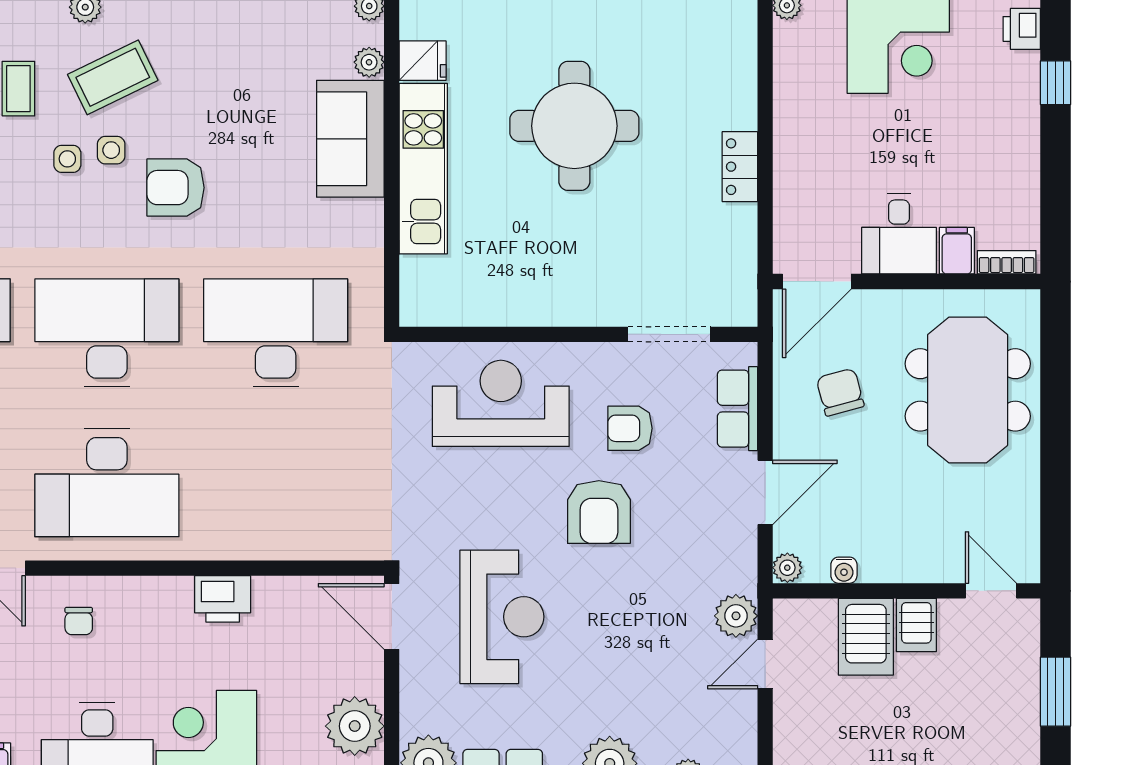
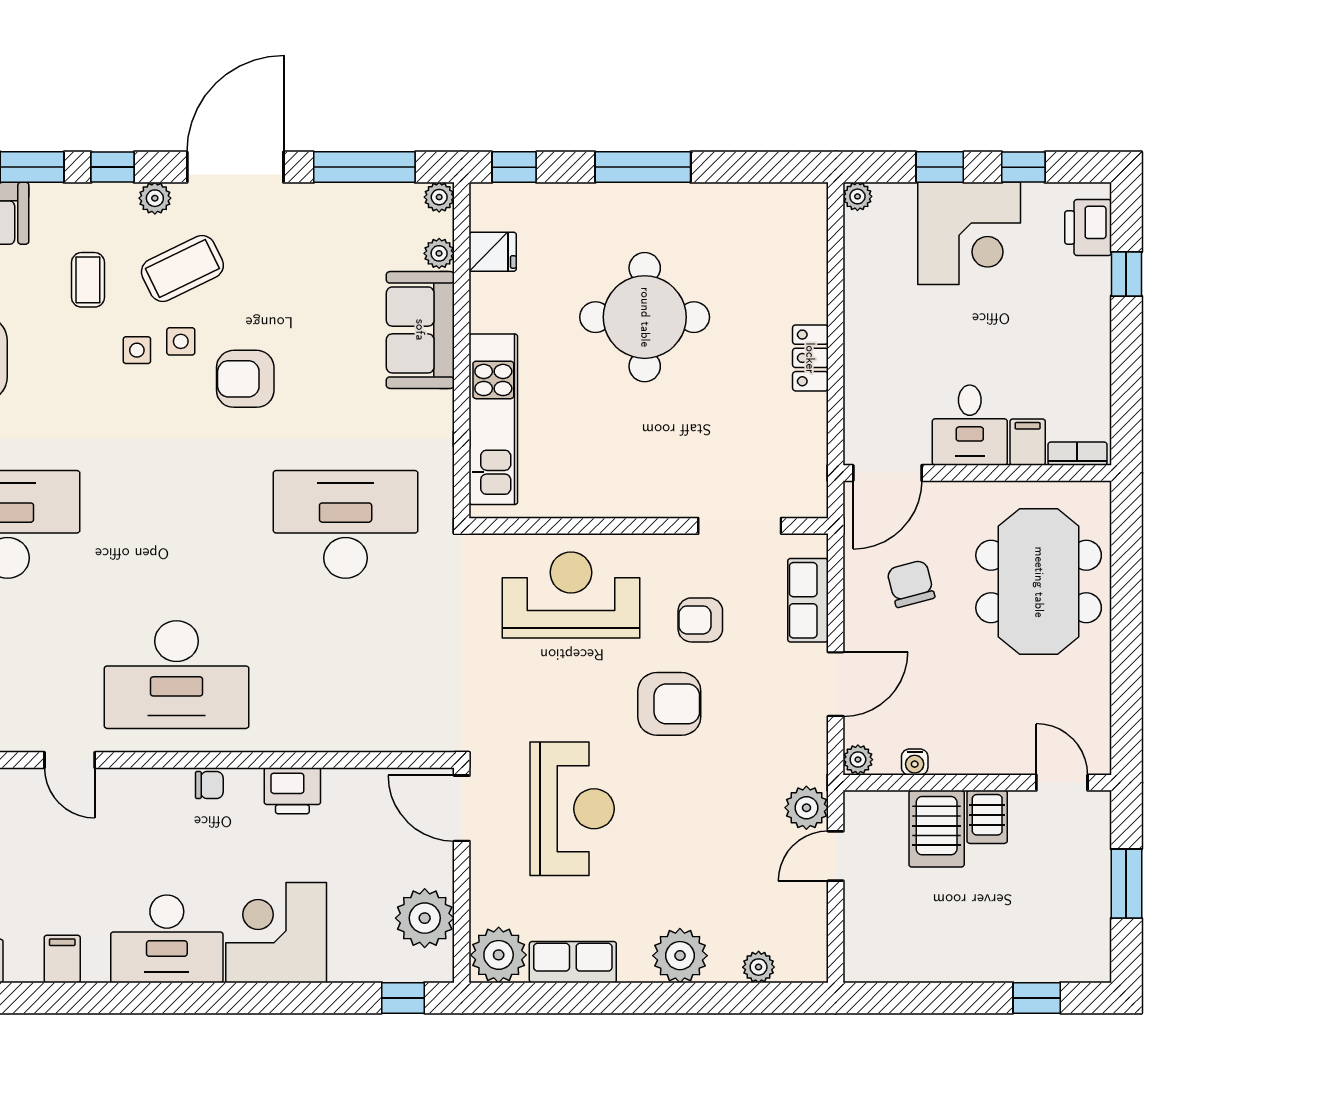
printer: (1022, 29) -> (1088, 228), width x1.36, depth x1.24
kitchen unit: (423, 169) -> (493, 419), moved
desk: (107, 333) -> (177, 524), removed
armchair: (599, 512) -> (669, 704), turned -90
chair: (79, 621) -> (209, 785), moved, turned -90

